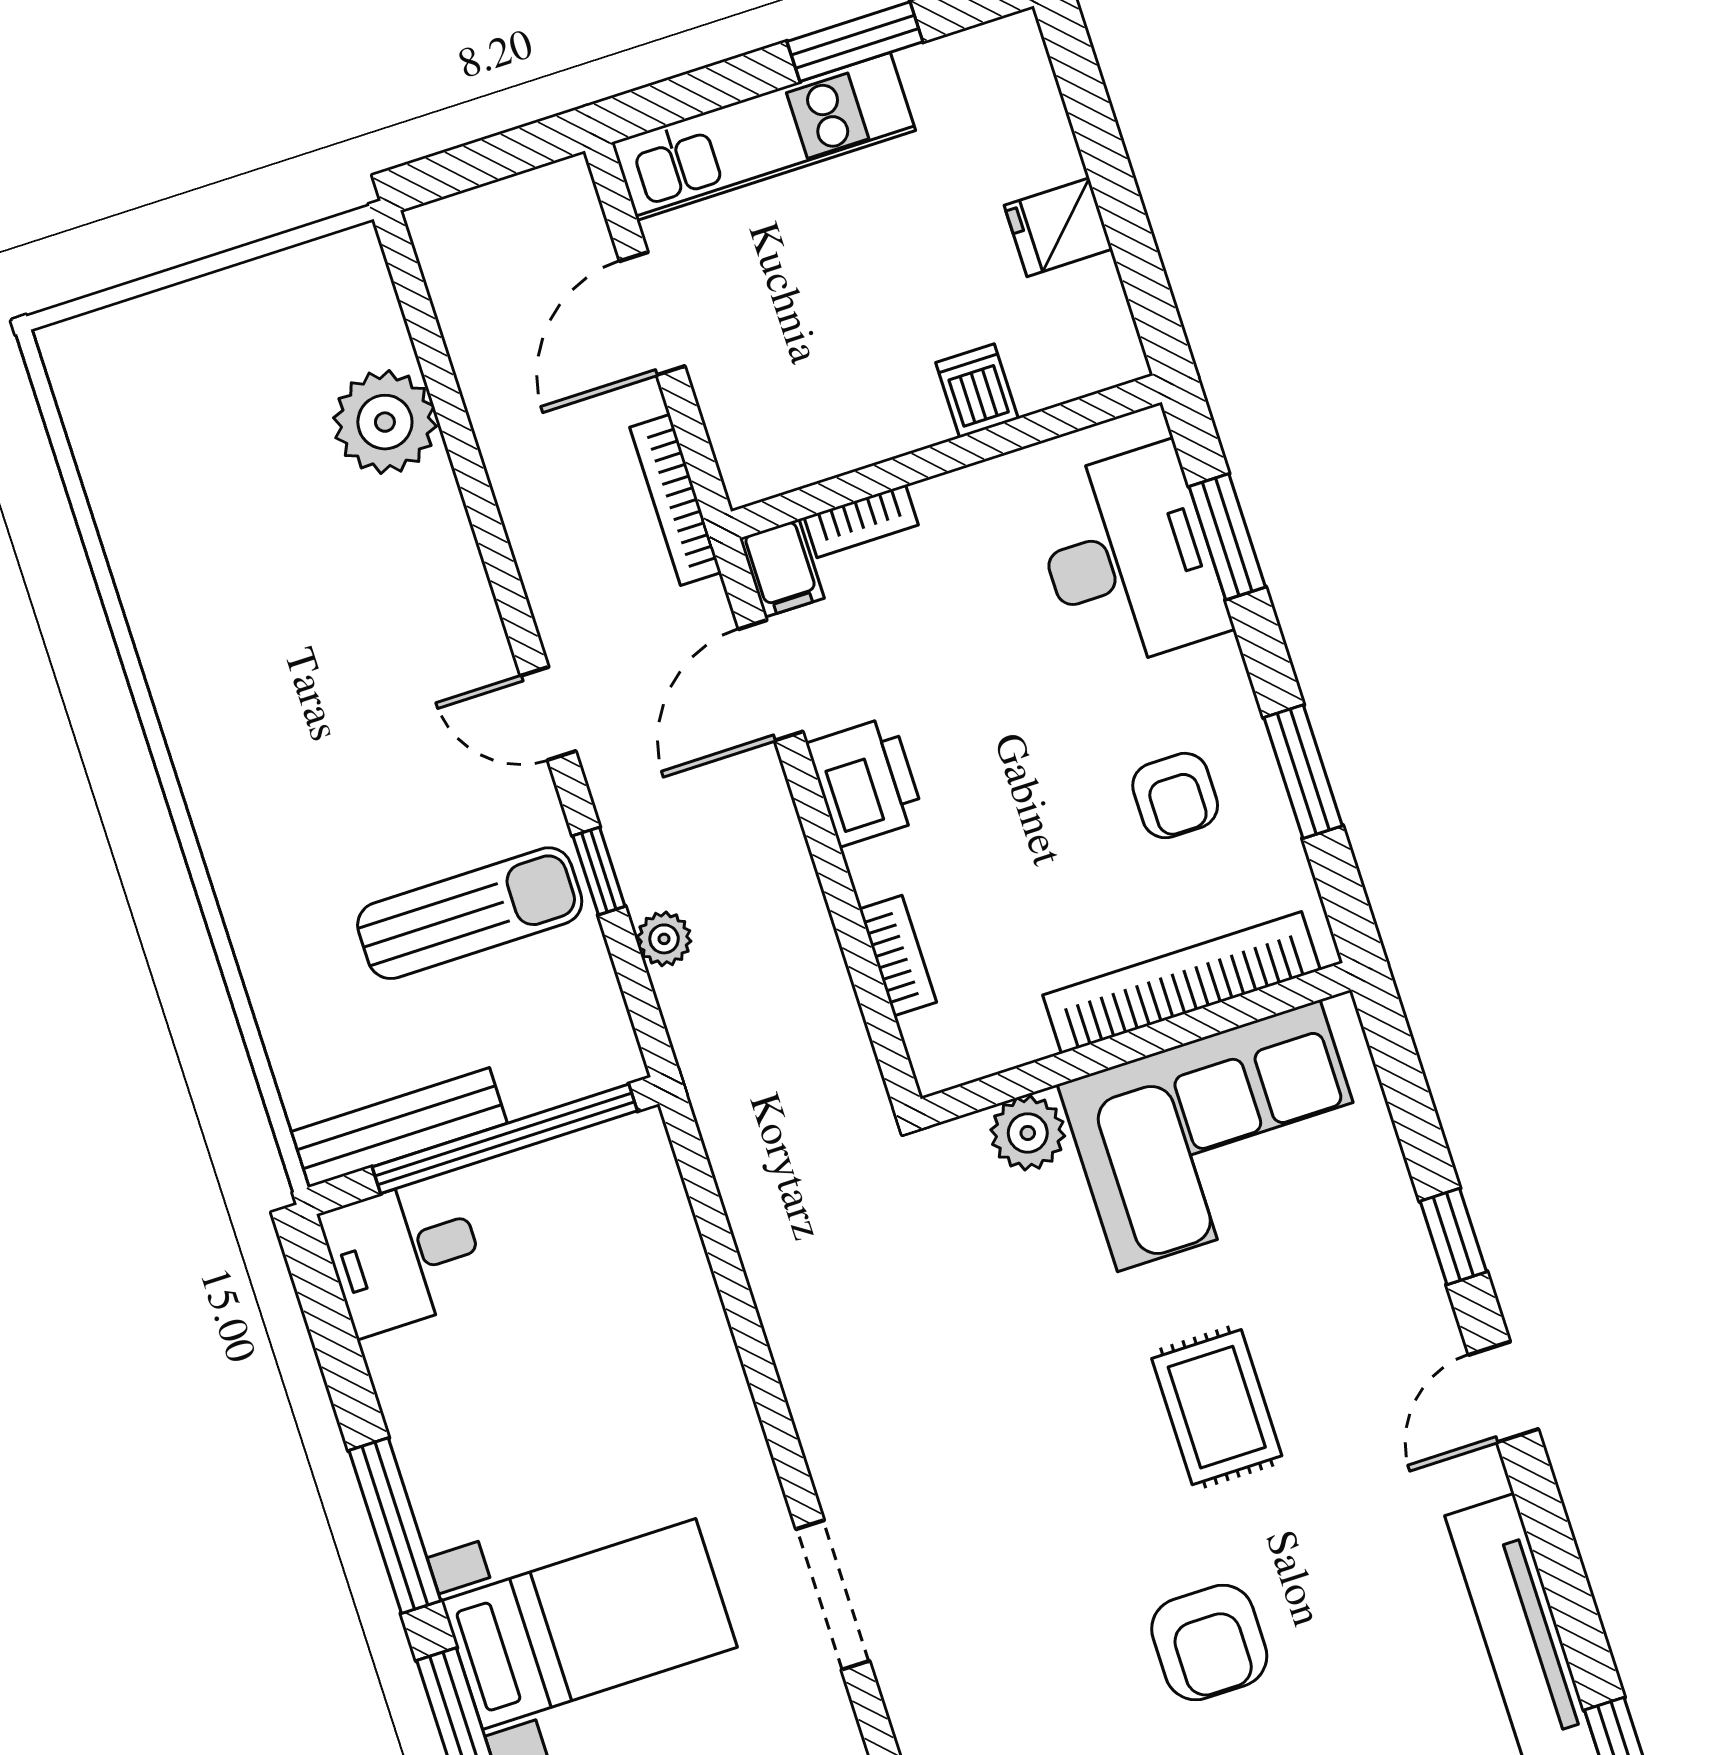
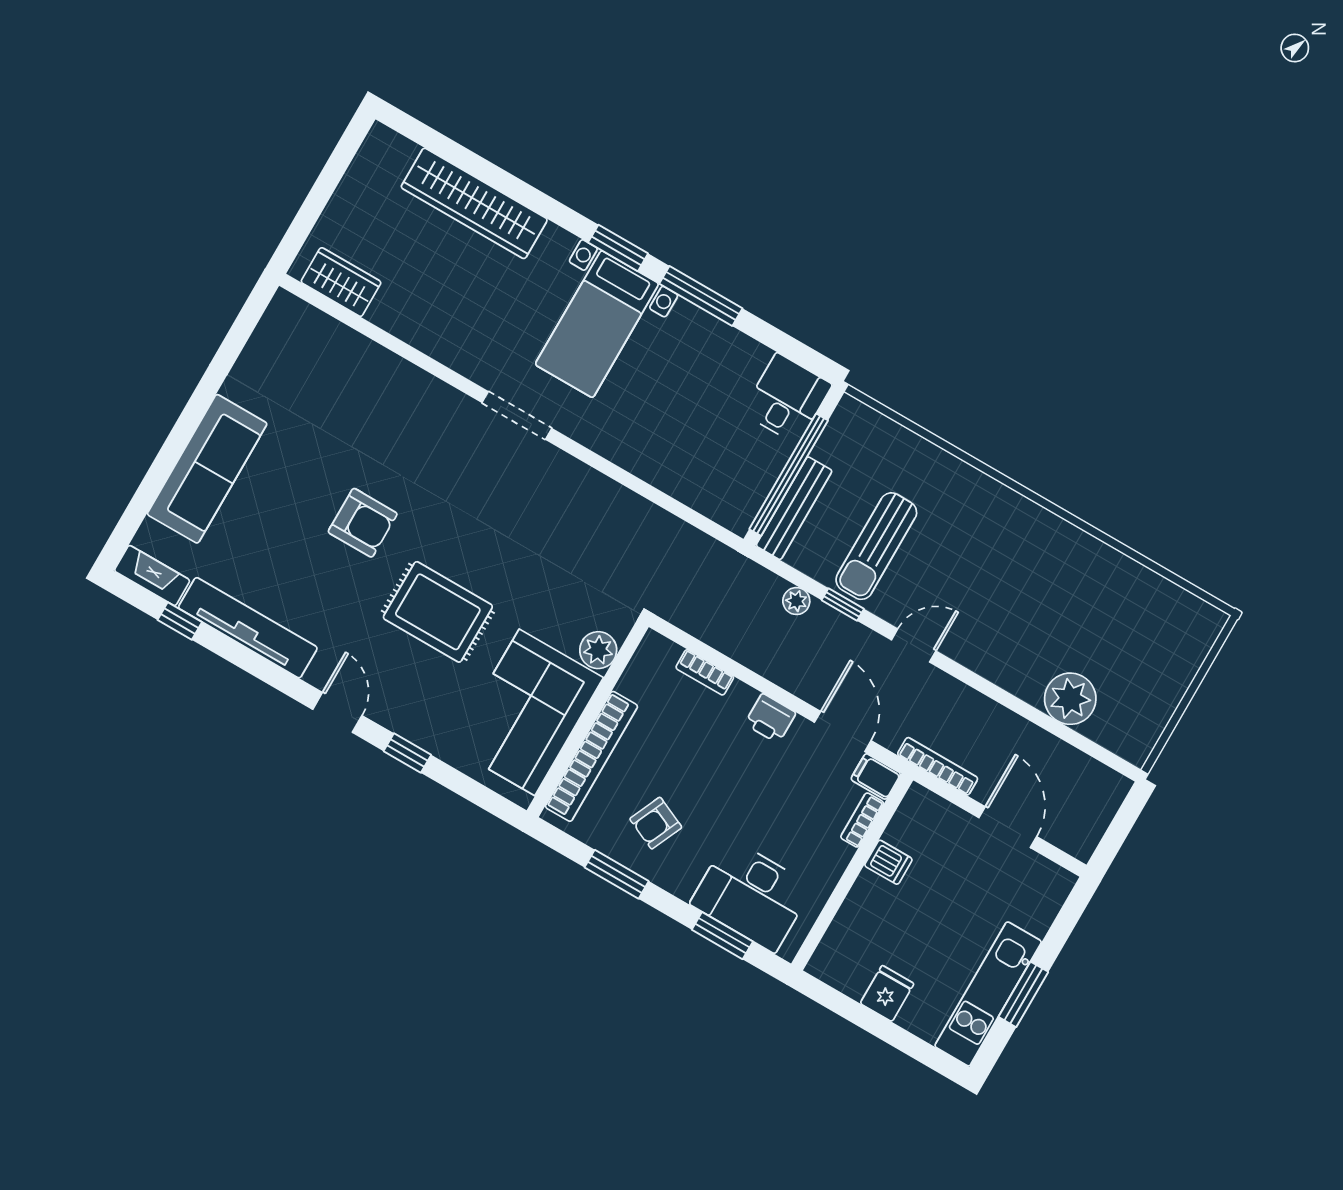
kitchen unit: (764, 136) -> (988, 994), moved
dishwasher: (977, 391) -> (888, 862), moved
printer: (866, 781) -> (770, 718), width x0.73, depth x0.81
armchair: (1175, 796) -> (656, 823), turned -66
bench: (399, 1128) -> (794, 508), moved
rug: (1217, 1407) -> (438, 612), width x1.36, depth x1.43
armchair: (1209, 1642) -> (363, 523), turned 180

